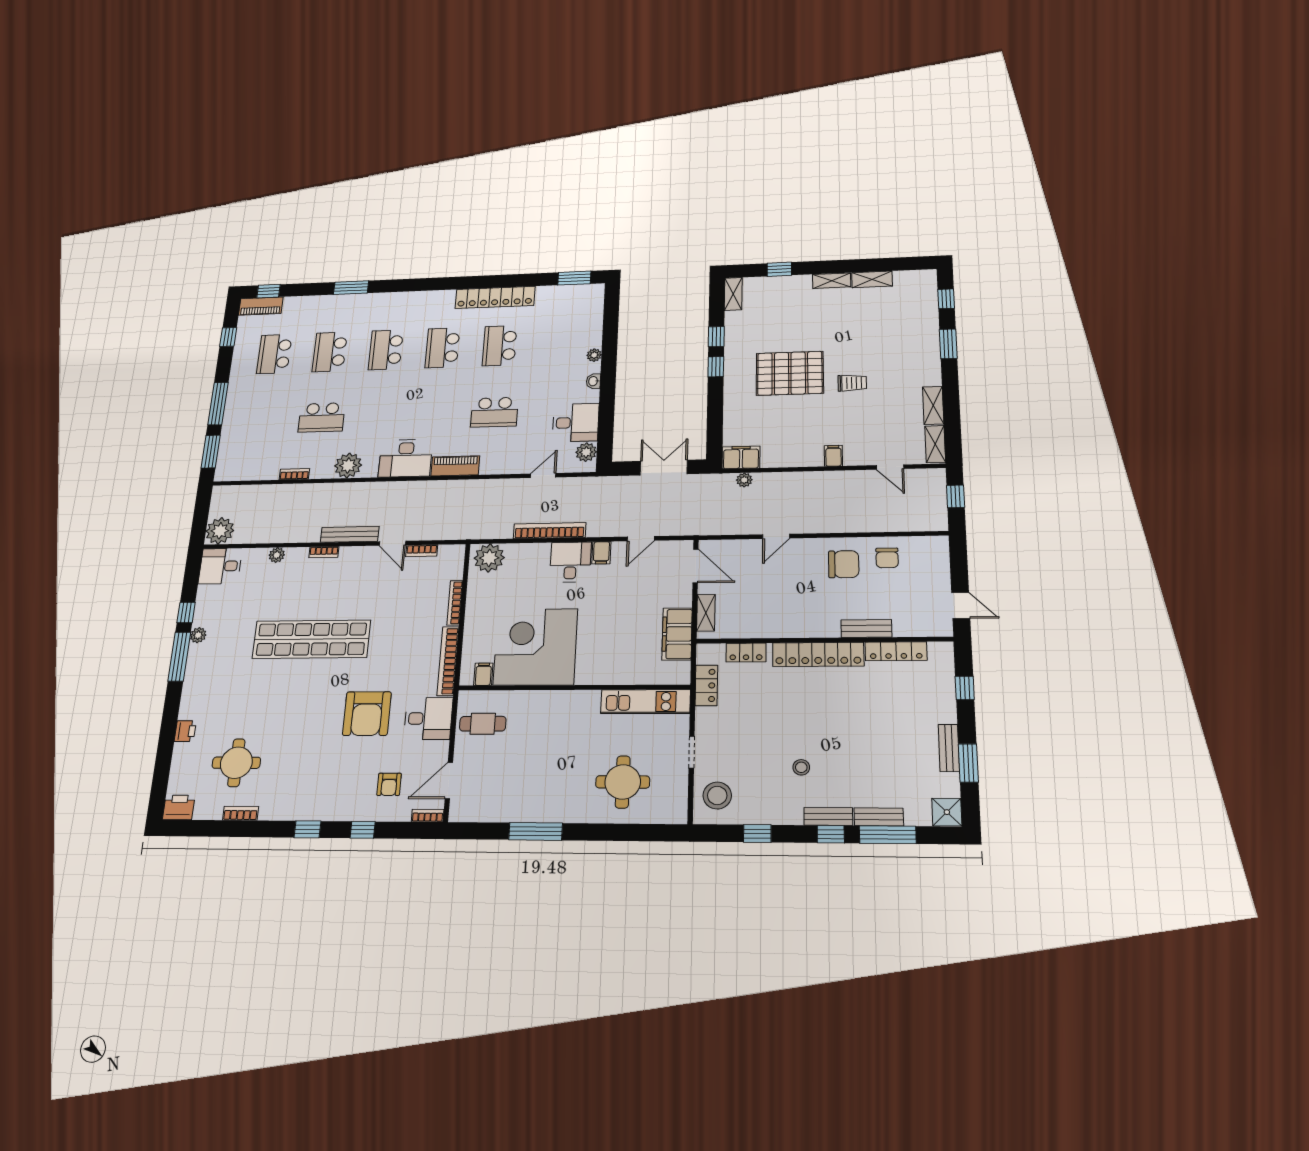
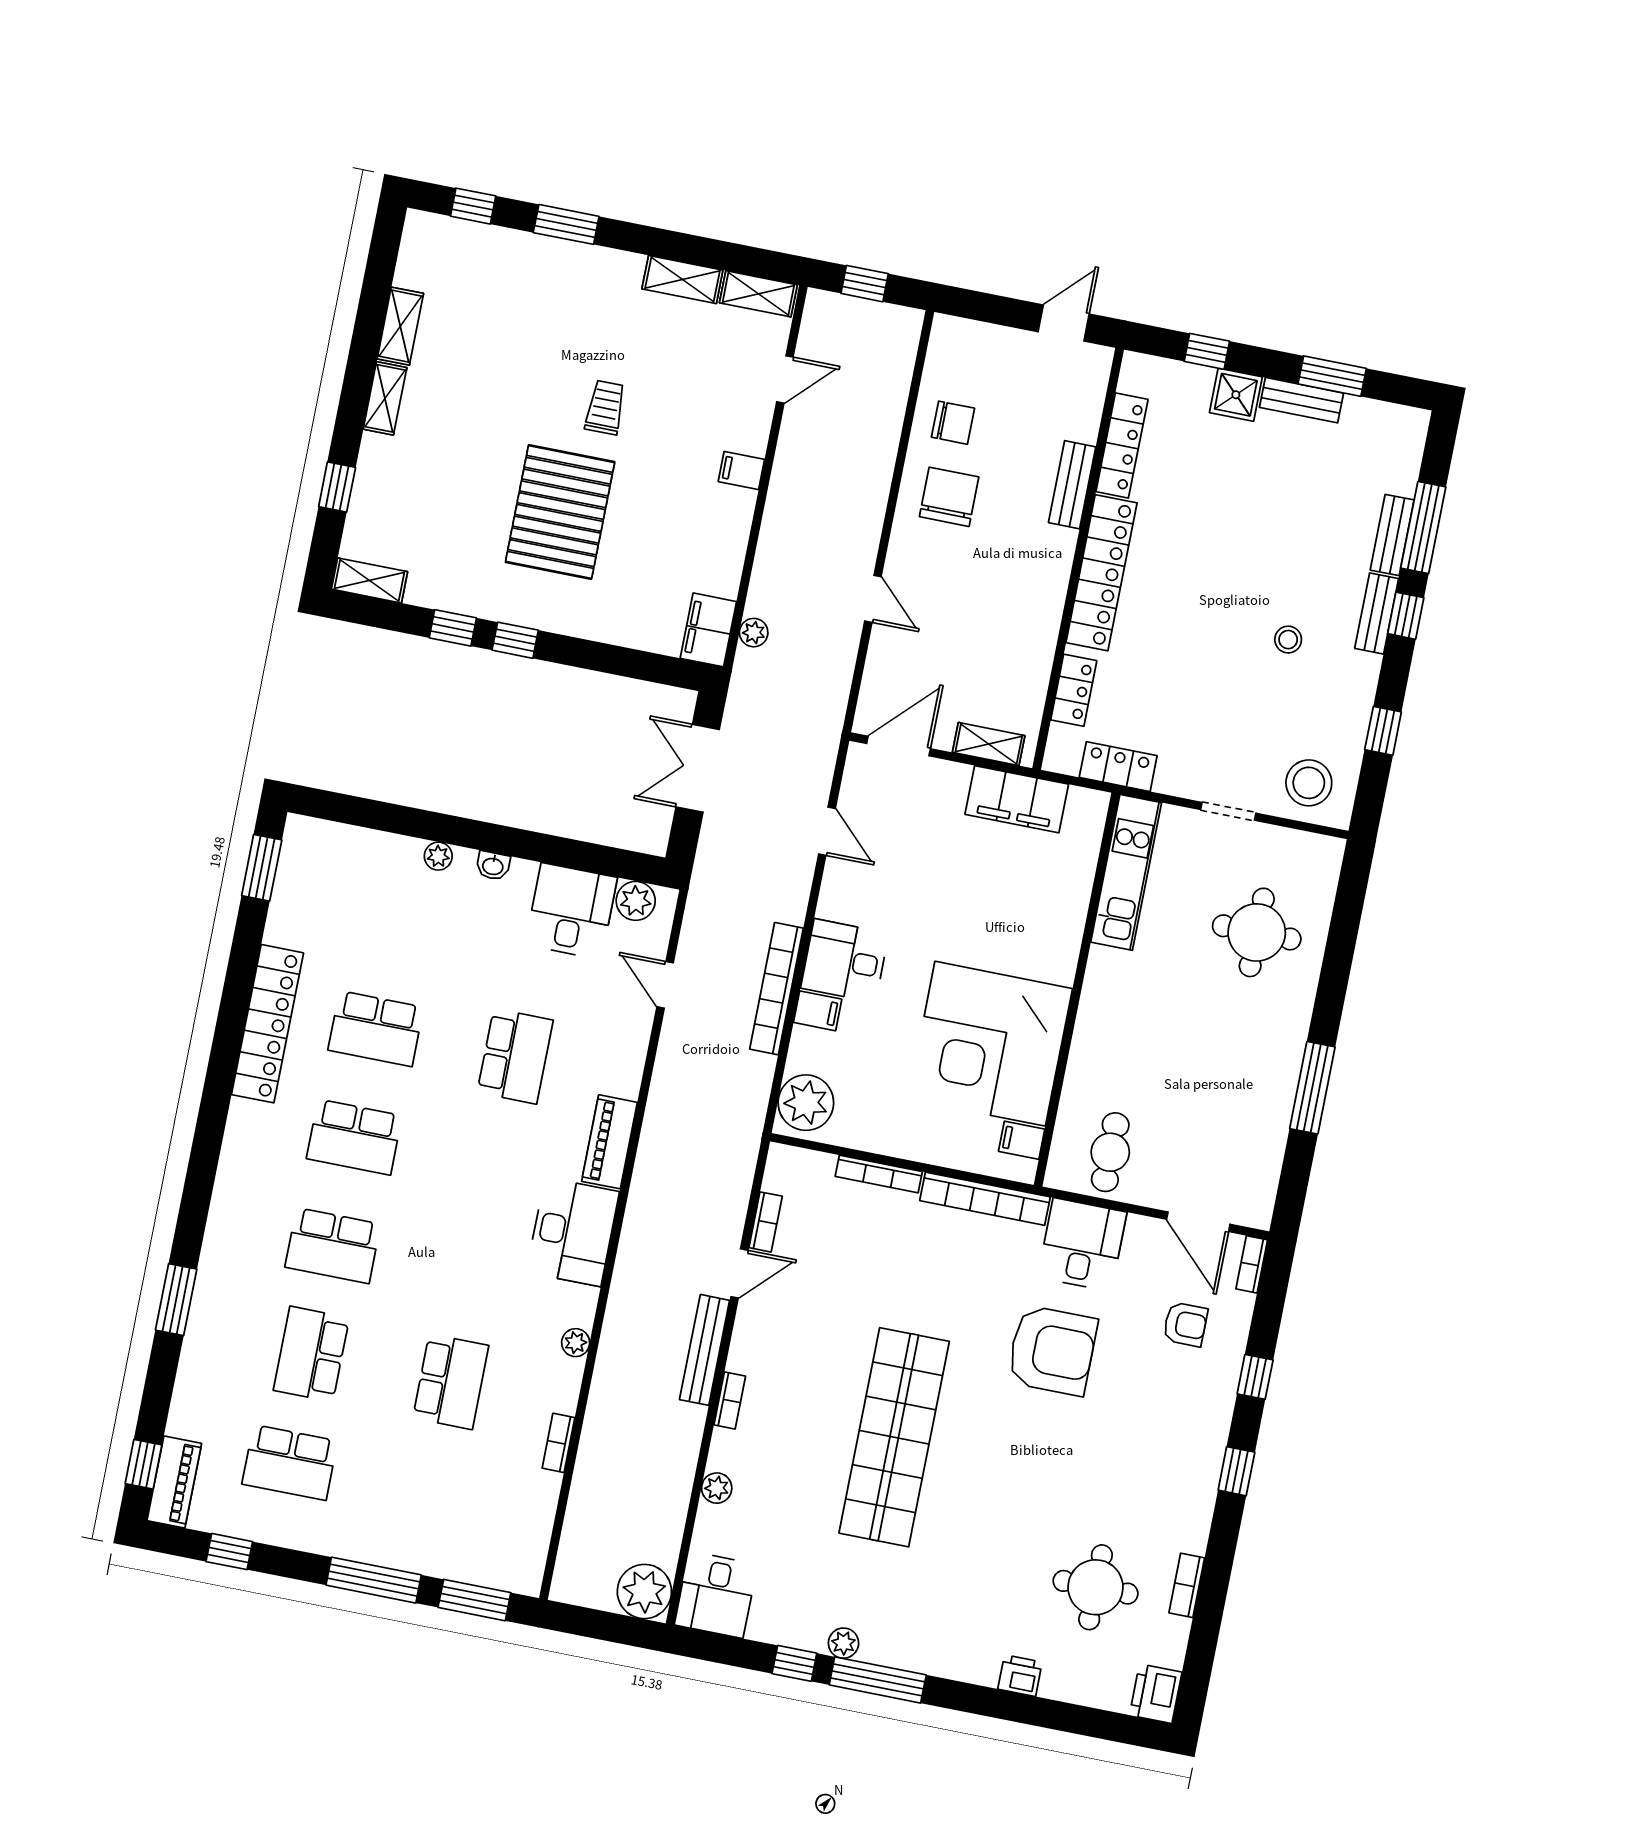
school desk: (330, 352) -> (311, 1354), turned 90
plant: (348, 465) -> (576, 1343), width x0.53, depth x0.53
filing cabinet: (601, 553) -> (818, 1011), moved
shower: (947, 812) -> (1236, 395), moved

